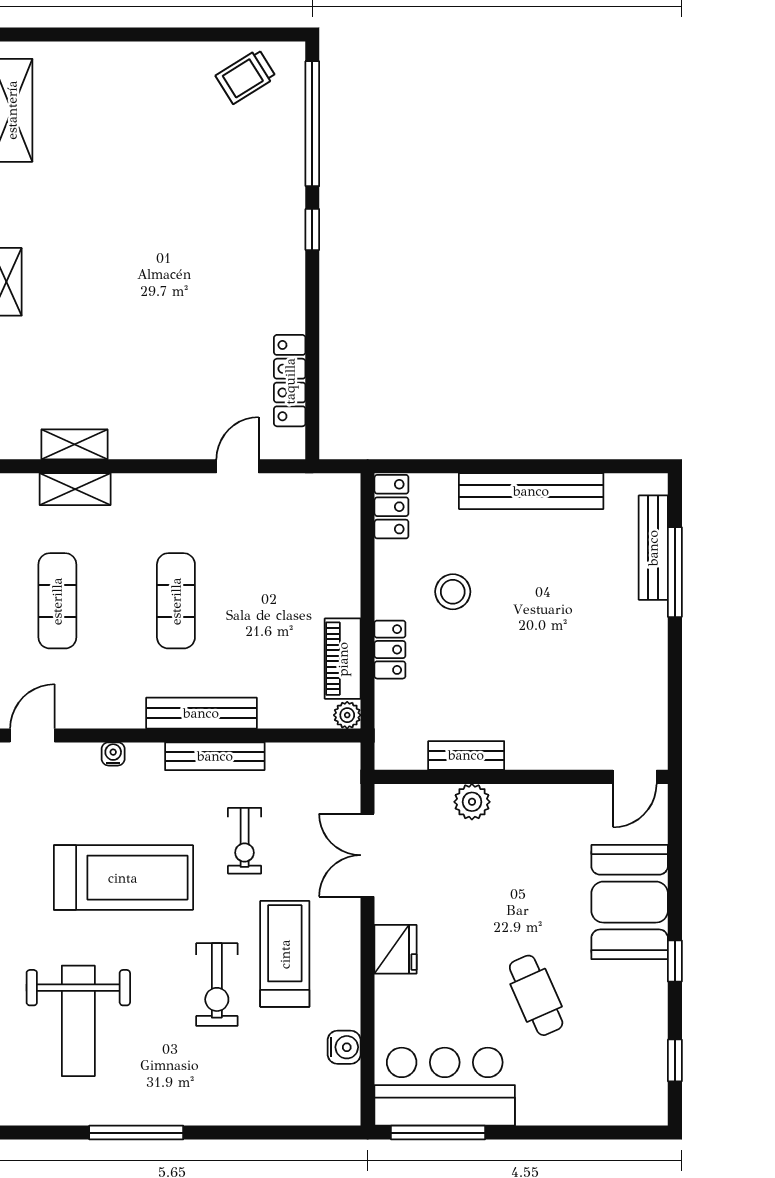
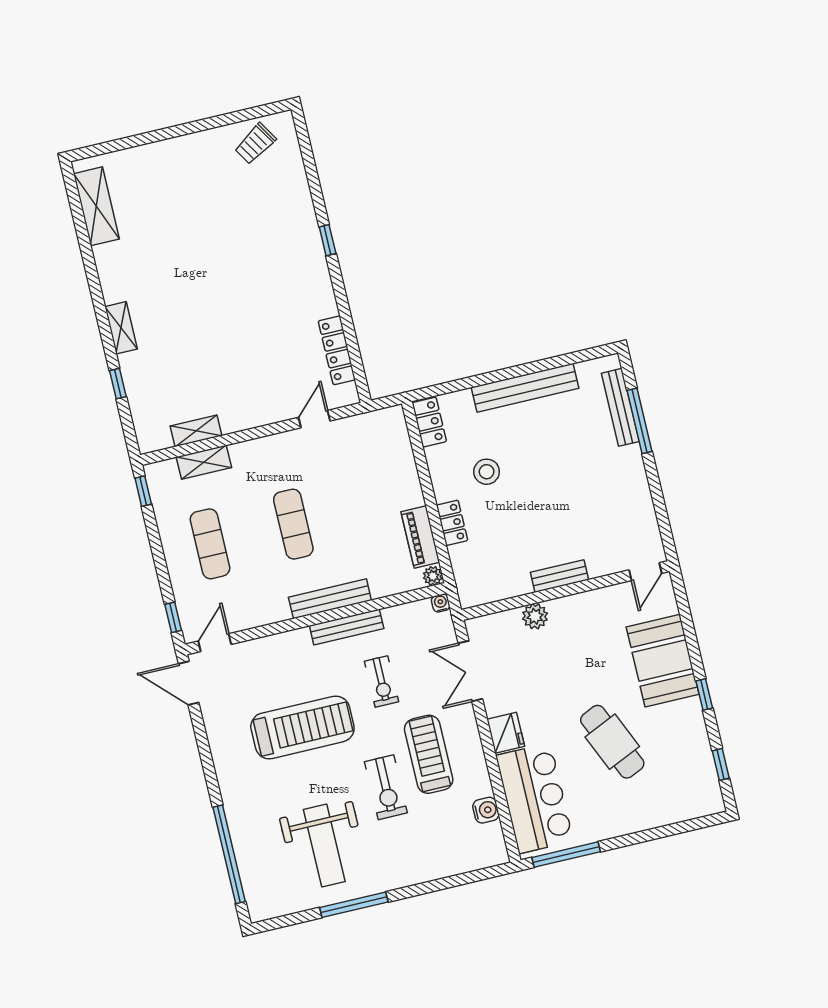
window: (312, 124) -> (310, 166), removed
water cooler: (113, 754) -> (441, 603), moved
bench: (466, 755) -> (560, 576), moved
cafe table: (536, 995) -> (612, 742), width x1.37, depth x1.35
weight bench: (78, 1021) -> (324, 845), moved
bar counter: (445, 1087) -> (535, 798), moved, turned 90

